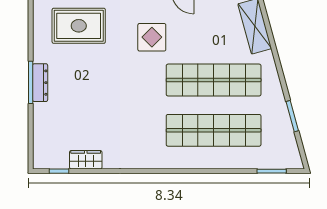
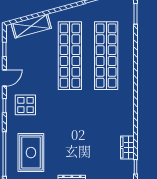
display table: (152, 37) -> (25, 105), moved

